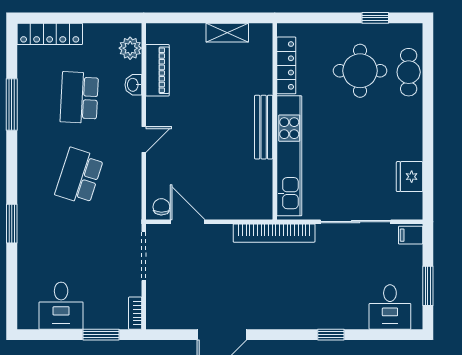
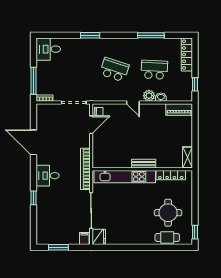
window: (108, 18) -> (195, 84), added
window: (375, 18) -> (195, 232), moved
shelving: (227, 33) -> (187, 157), moved
plant: (130, 48) -> (149, 96), moved
piano: (157, 70) -> (179, 109), moved
bench: (264, 127) -> (144, 164), width x0.73
fridge: (410, 177) -> (99, 237), moved, turned 90
desk: (61, 306) -> (48, 49), moved
desk: (390, 307) -> (48, 176), moved
window: (101, 335) -> (34, 81), width x1.44

